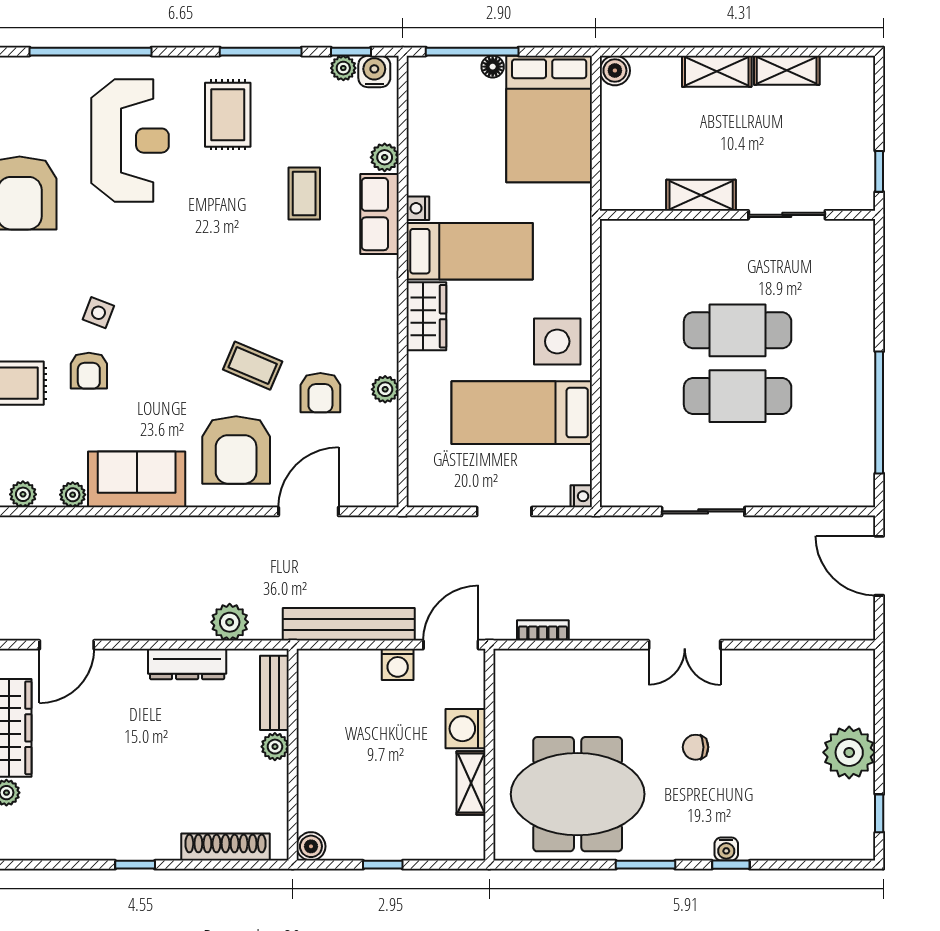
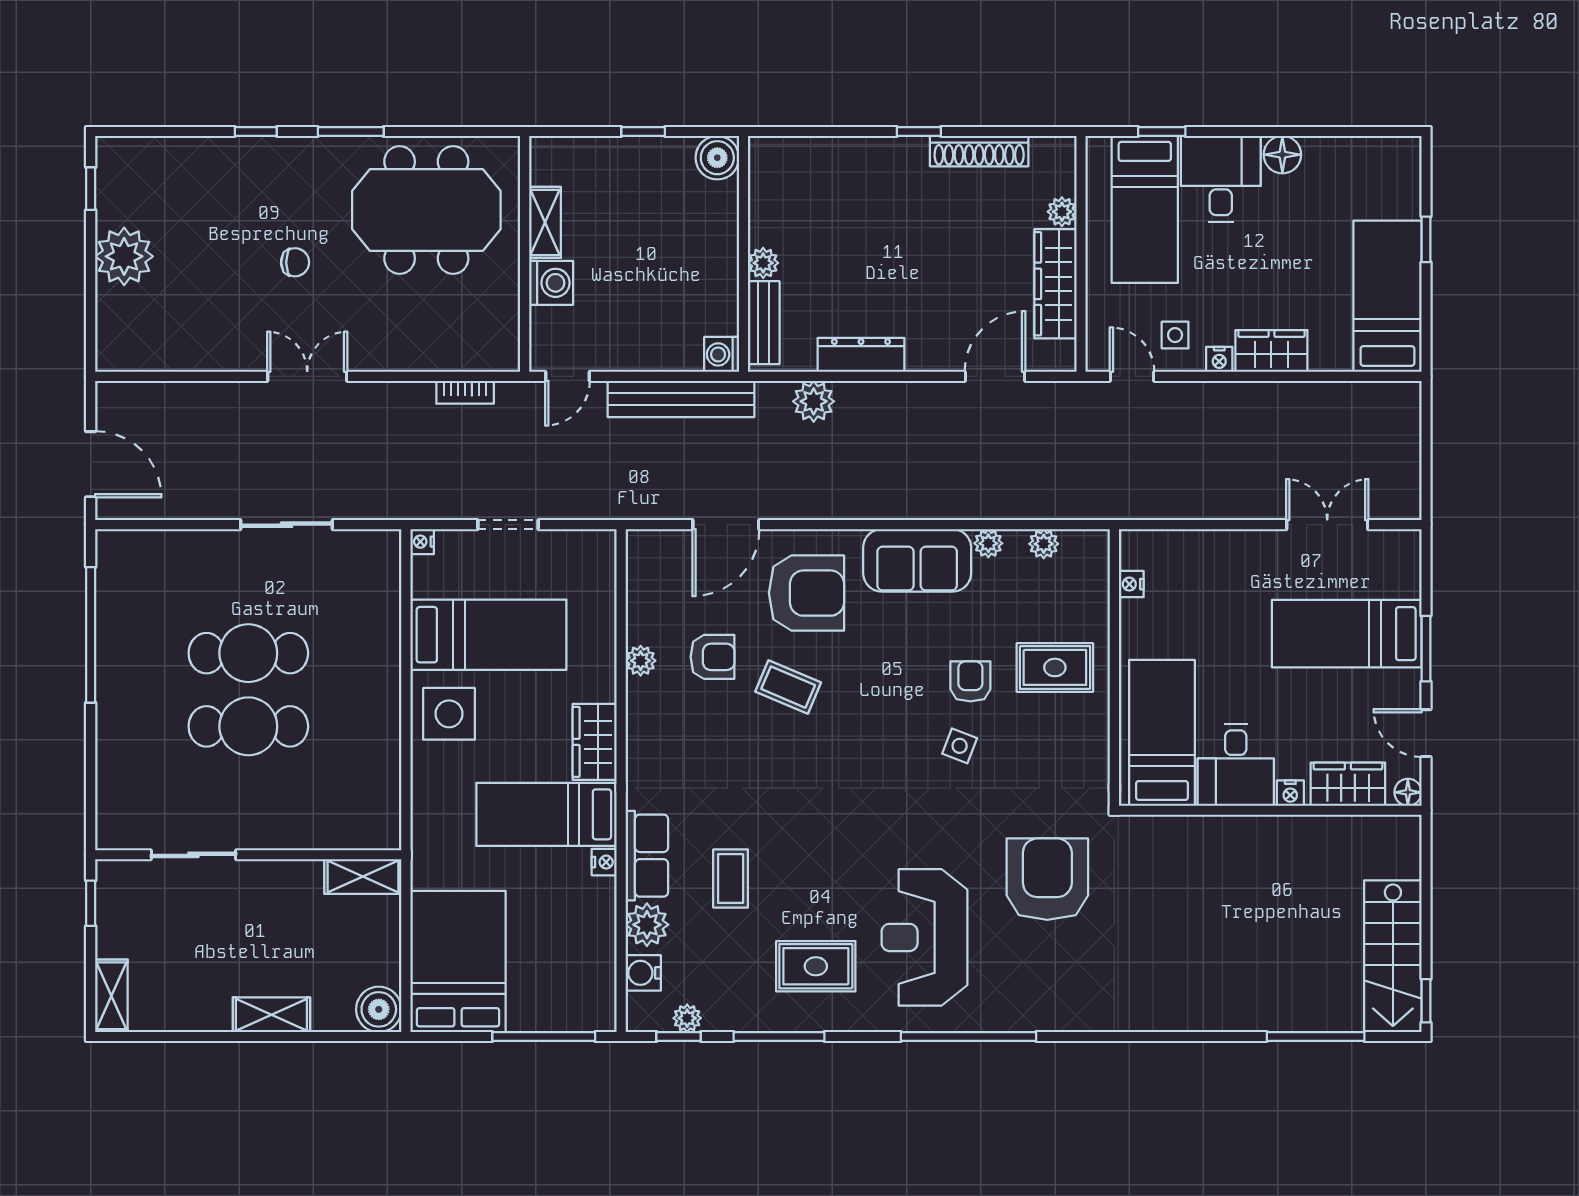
floor lamp: (493, 67) -> (521, 1020), removed
shelving: (787, 70) -> (111, 996), moved, turned 90
water cooler: (374, 71) -> (643, 973), moved, turned 90
boiler: (615, 71) -> (379, 1009), width x1.36, depth x1.36
rug: (228, 115) -> (816, 966), turned 90
plant: (385, 157) -> (647, 925), width x1.38, depth x1.38
shelving: (701, 195) -> (363, 877), moved
armchair: (320, 393) -> (713, 657), turned 90
armchair: (236, 450) -> (806, 593), turned 90
door: (451, 645) -> (567, 376), width x0.73
washing machine: (398, 664) -> (722, 354), moved, turned -90
boiler: (311, 846) -> (717, 158), width x1.36, depth x1.36
shoe rack: (226, 847) -> (979, 151), moved
water cooler: (726, 849) -> (261, 149), removed

